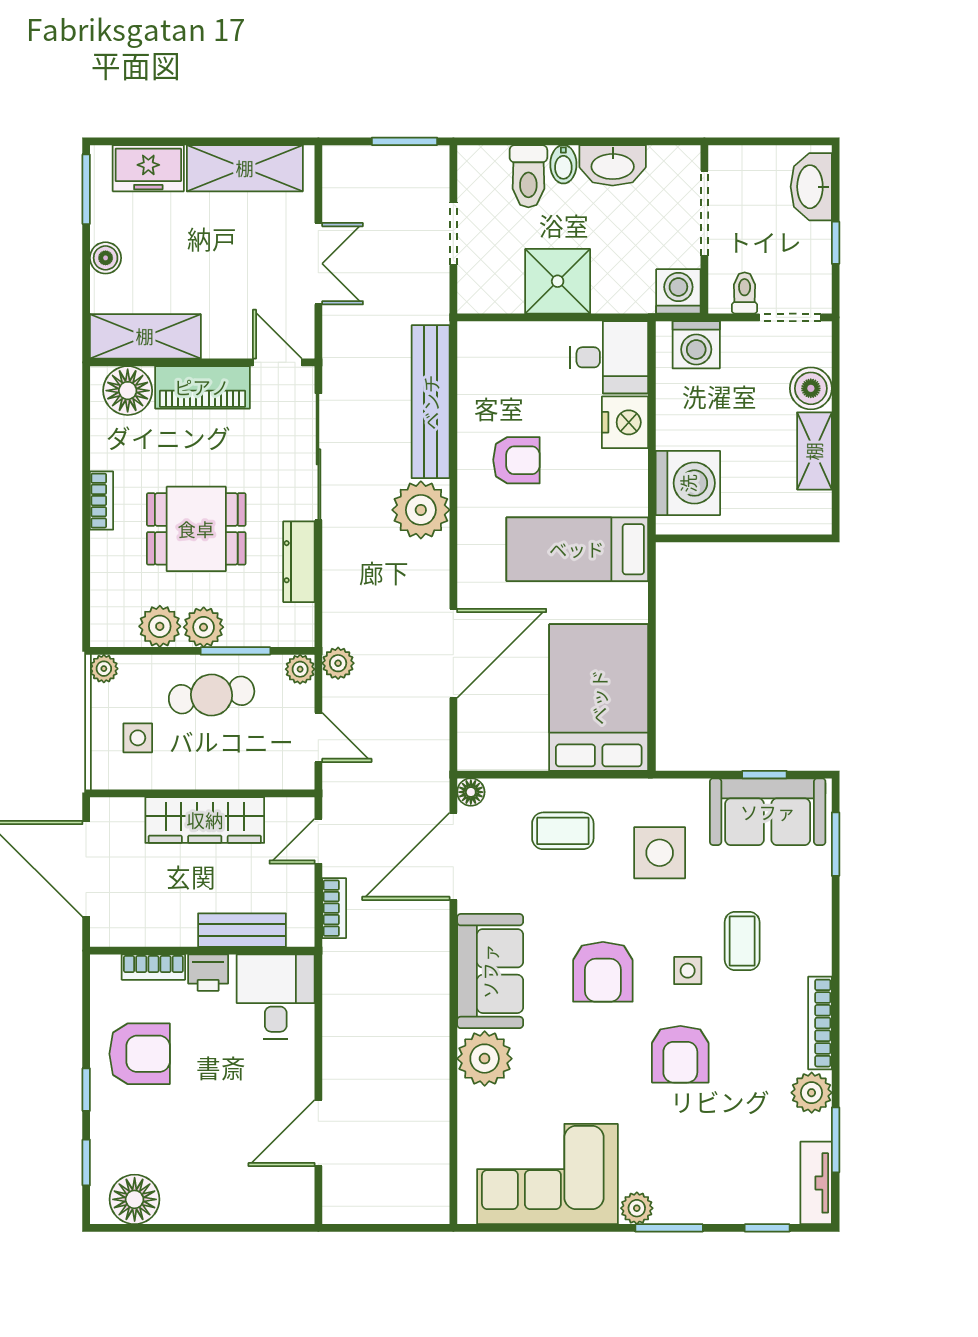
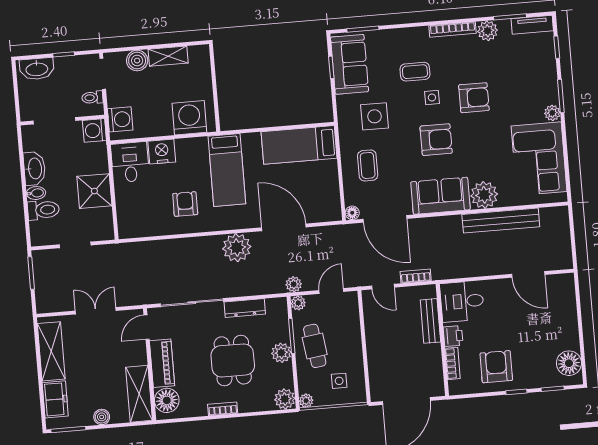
bench: (431, 402) -> (501, 221), moved
plant: (421, 510) -> (237, 248), moved
plant: (160, 626) -> (285, 399), moved
bed: (599, 697) -> (299, 145), width x0.67
wardrobe: (205, 820) -> (377, 344), removed

